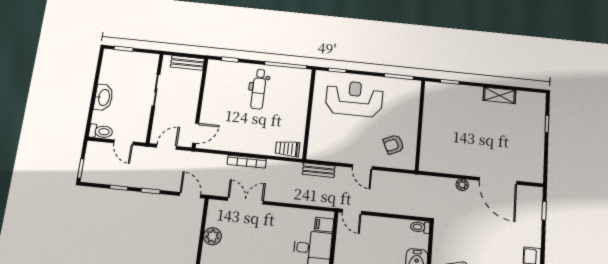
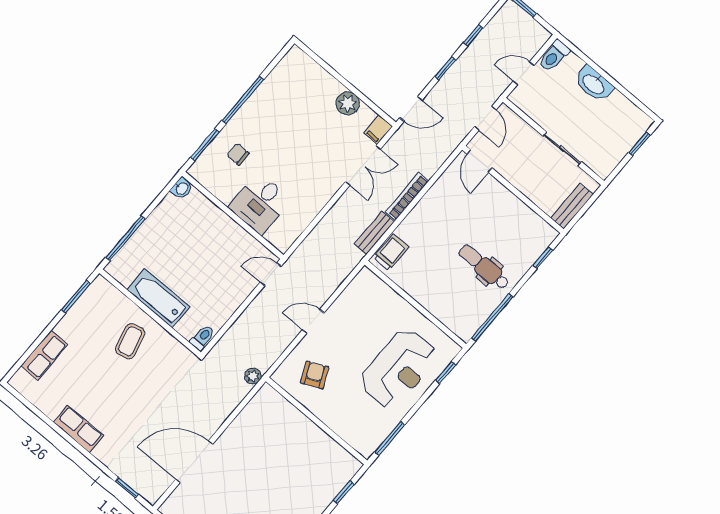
bench: (319, 170) -> (374, 233), moved
plant: (462, 185) -> (253, 376), moved
filing cabinet: (324, 225) -> (378, 130), moved, turned 180

